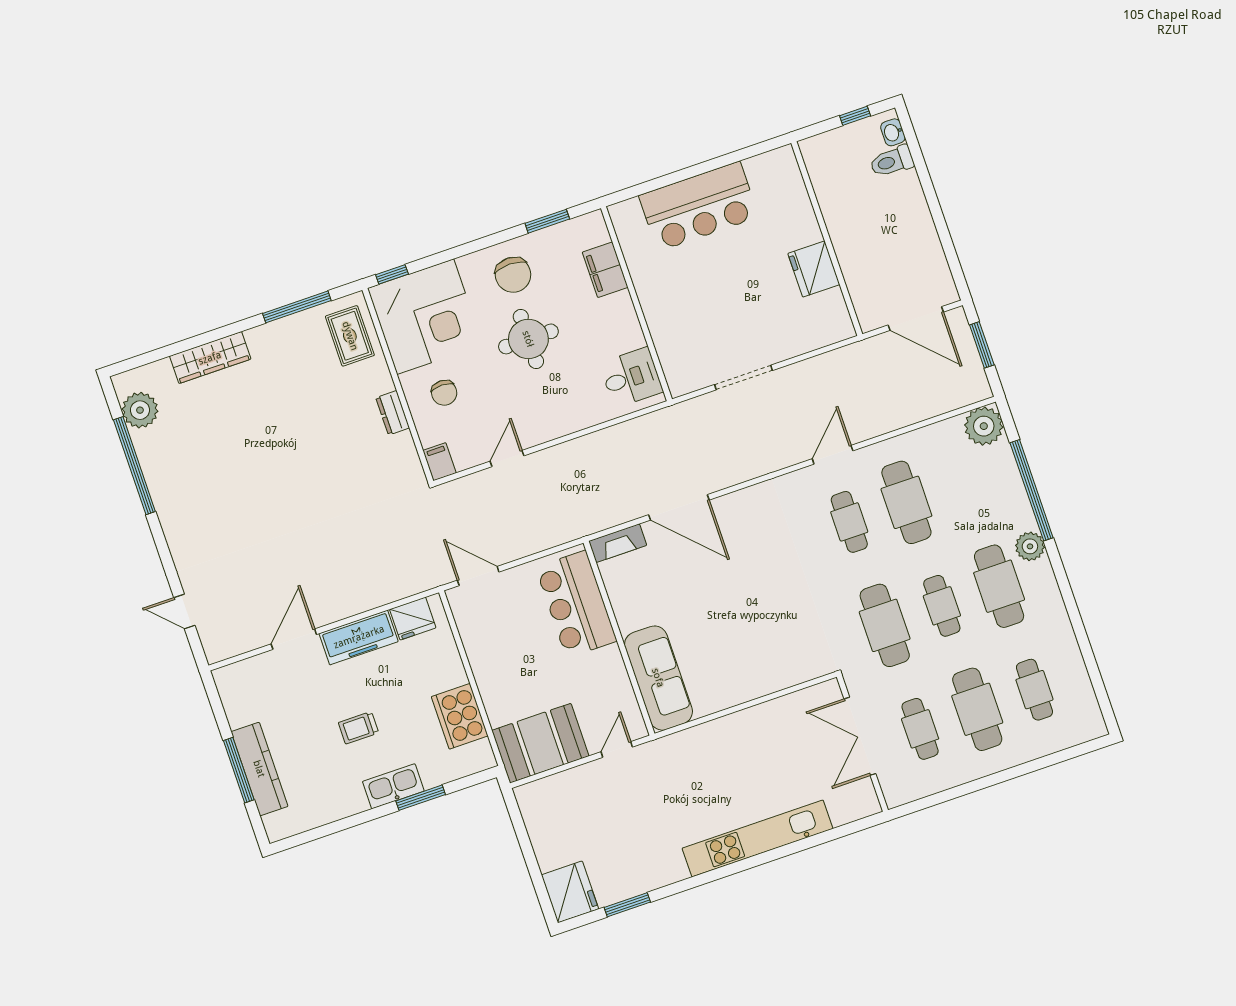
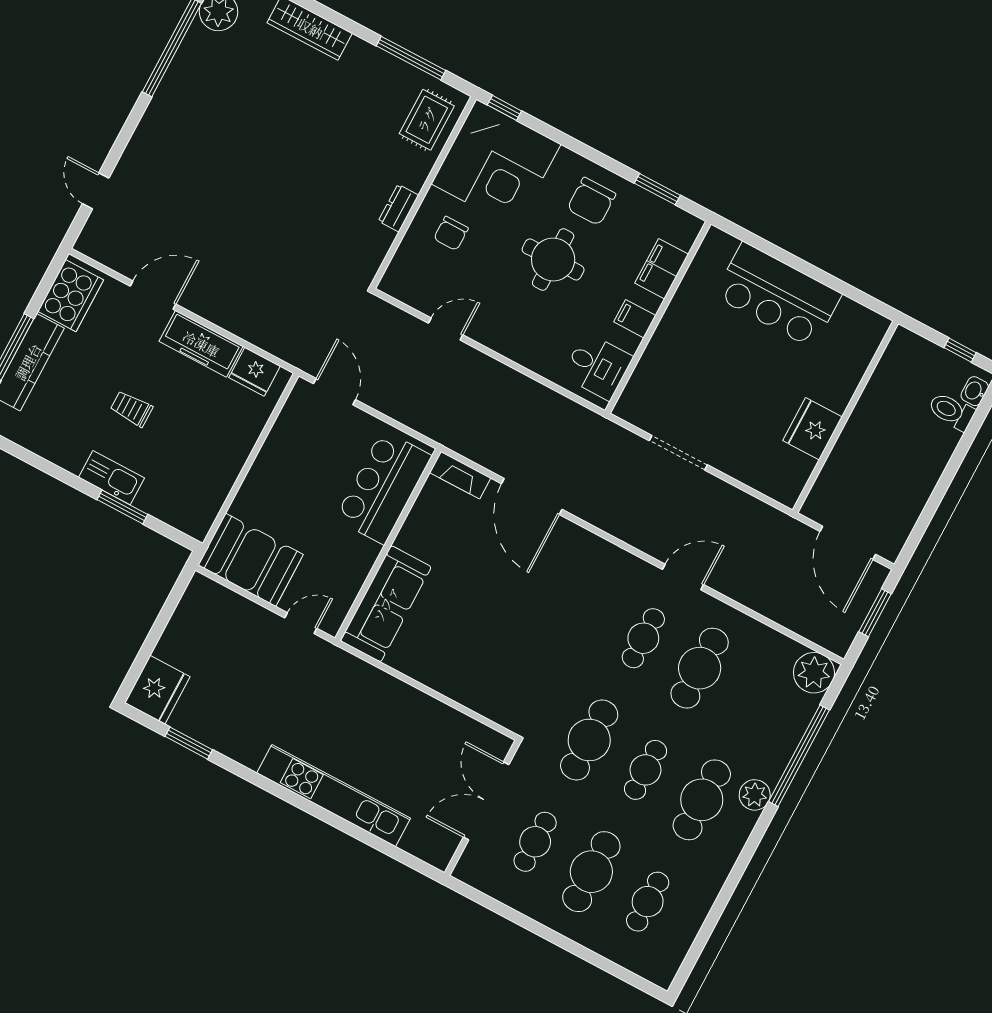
filing cabinet: (440, 462) -> (635, 319), moved, turned -90
cooker: (460, 716) -> (71, 296), moved, turned 180

